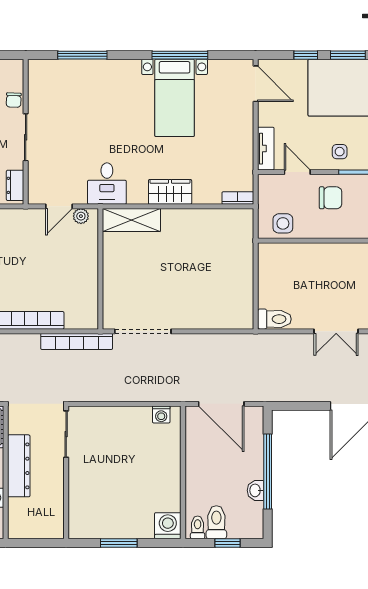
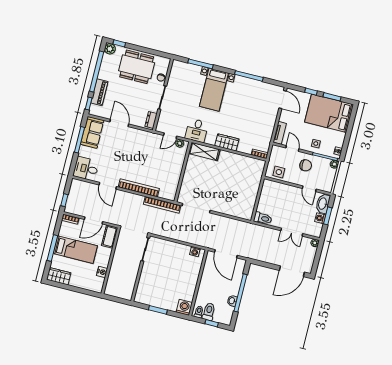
bed with nightstands: (175, 98) -> (214, 90), moved
door: (349, 241) -> (309, 189), added
dresser: (19, 466) -> (118, 259), removed

